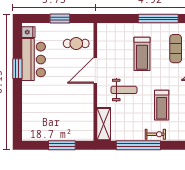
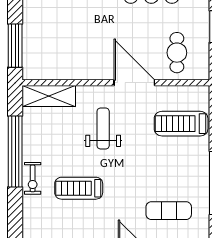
treadmill: (142, 54) -> (181, 124), moved
weight bench: (124, 90) -> (103, 128), turned 180
window: (62, 145) -> (15, 46), moved

